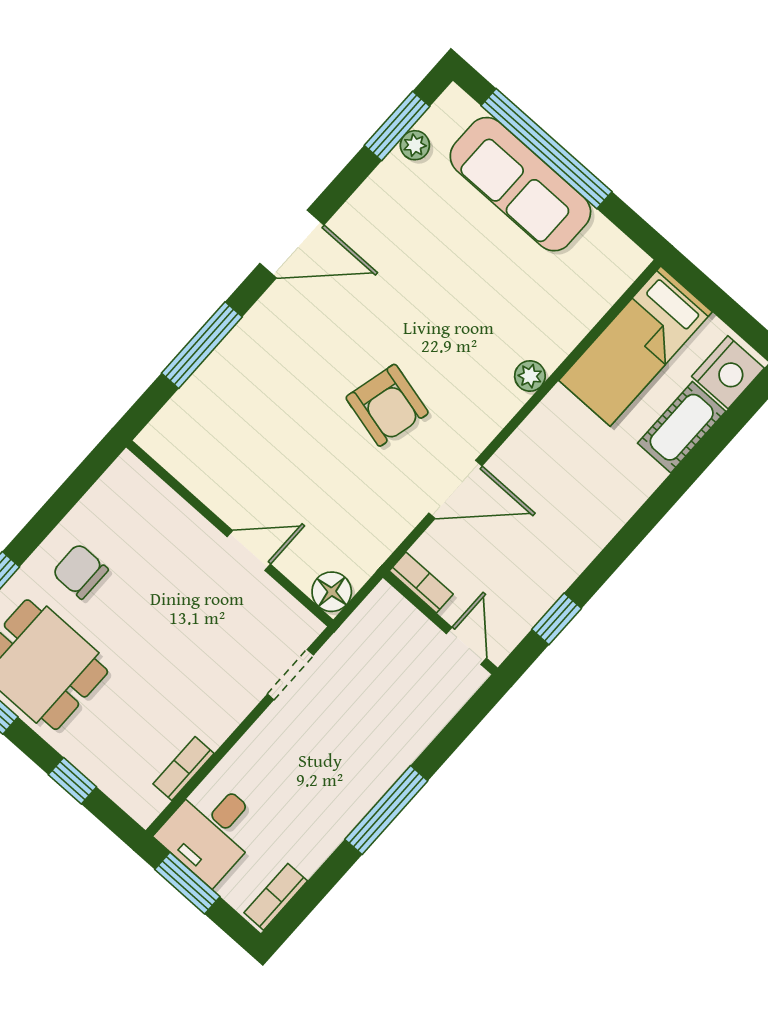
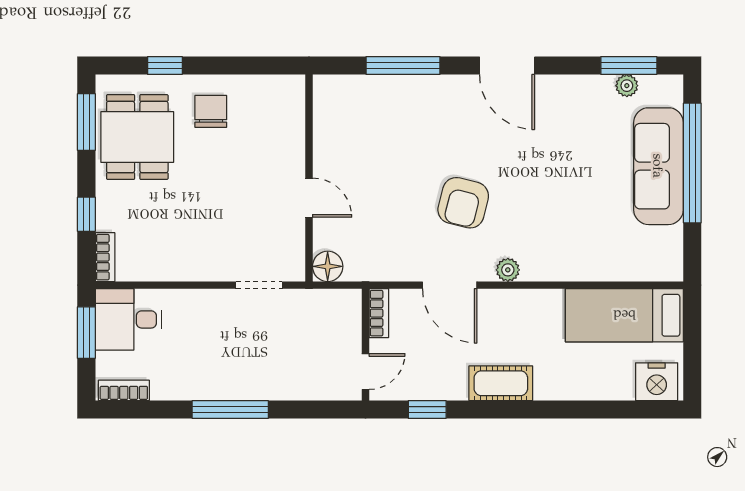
plant: (530, 376) -> (508, 270), moved
cot: (682, 427) -> (501, 383), moved
bookcase: (183, 769) -> (105, 257), moved, turned 90

